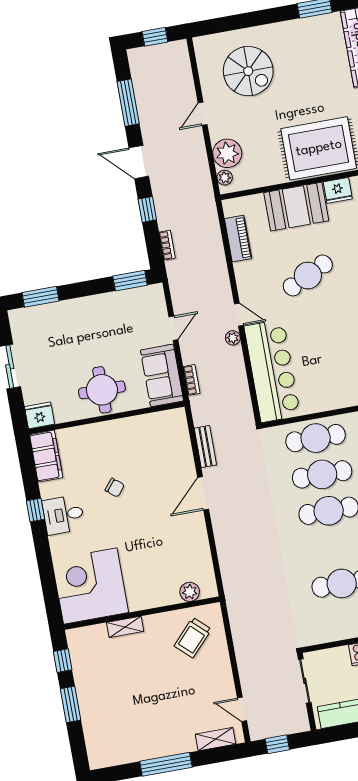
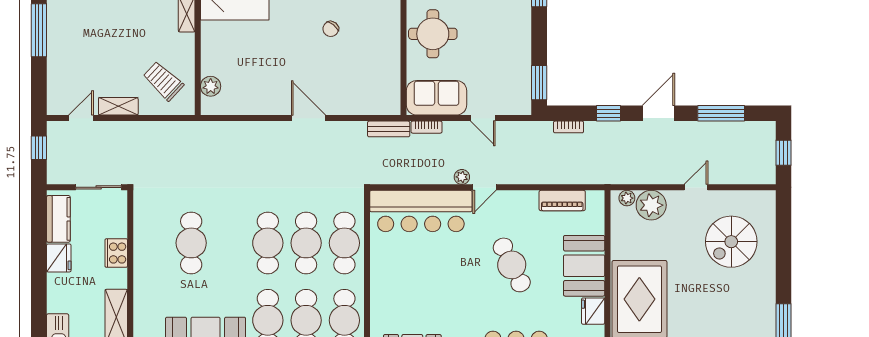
door: (203, 114) -> (696, 187), hinge flipped
bench: (205, 446) -> (389, 129), moved
shelving: (216, 739) -> (118, 106), moved, turned 90

